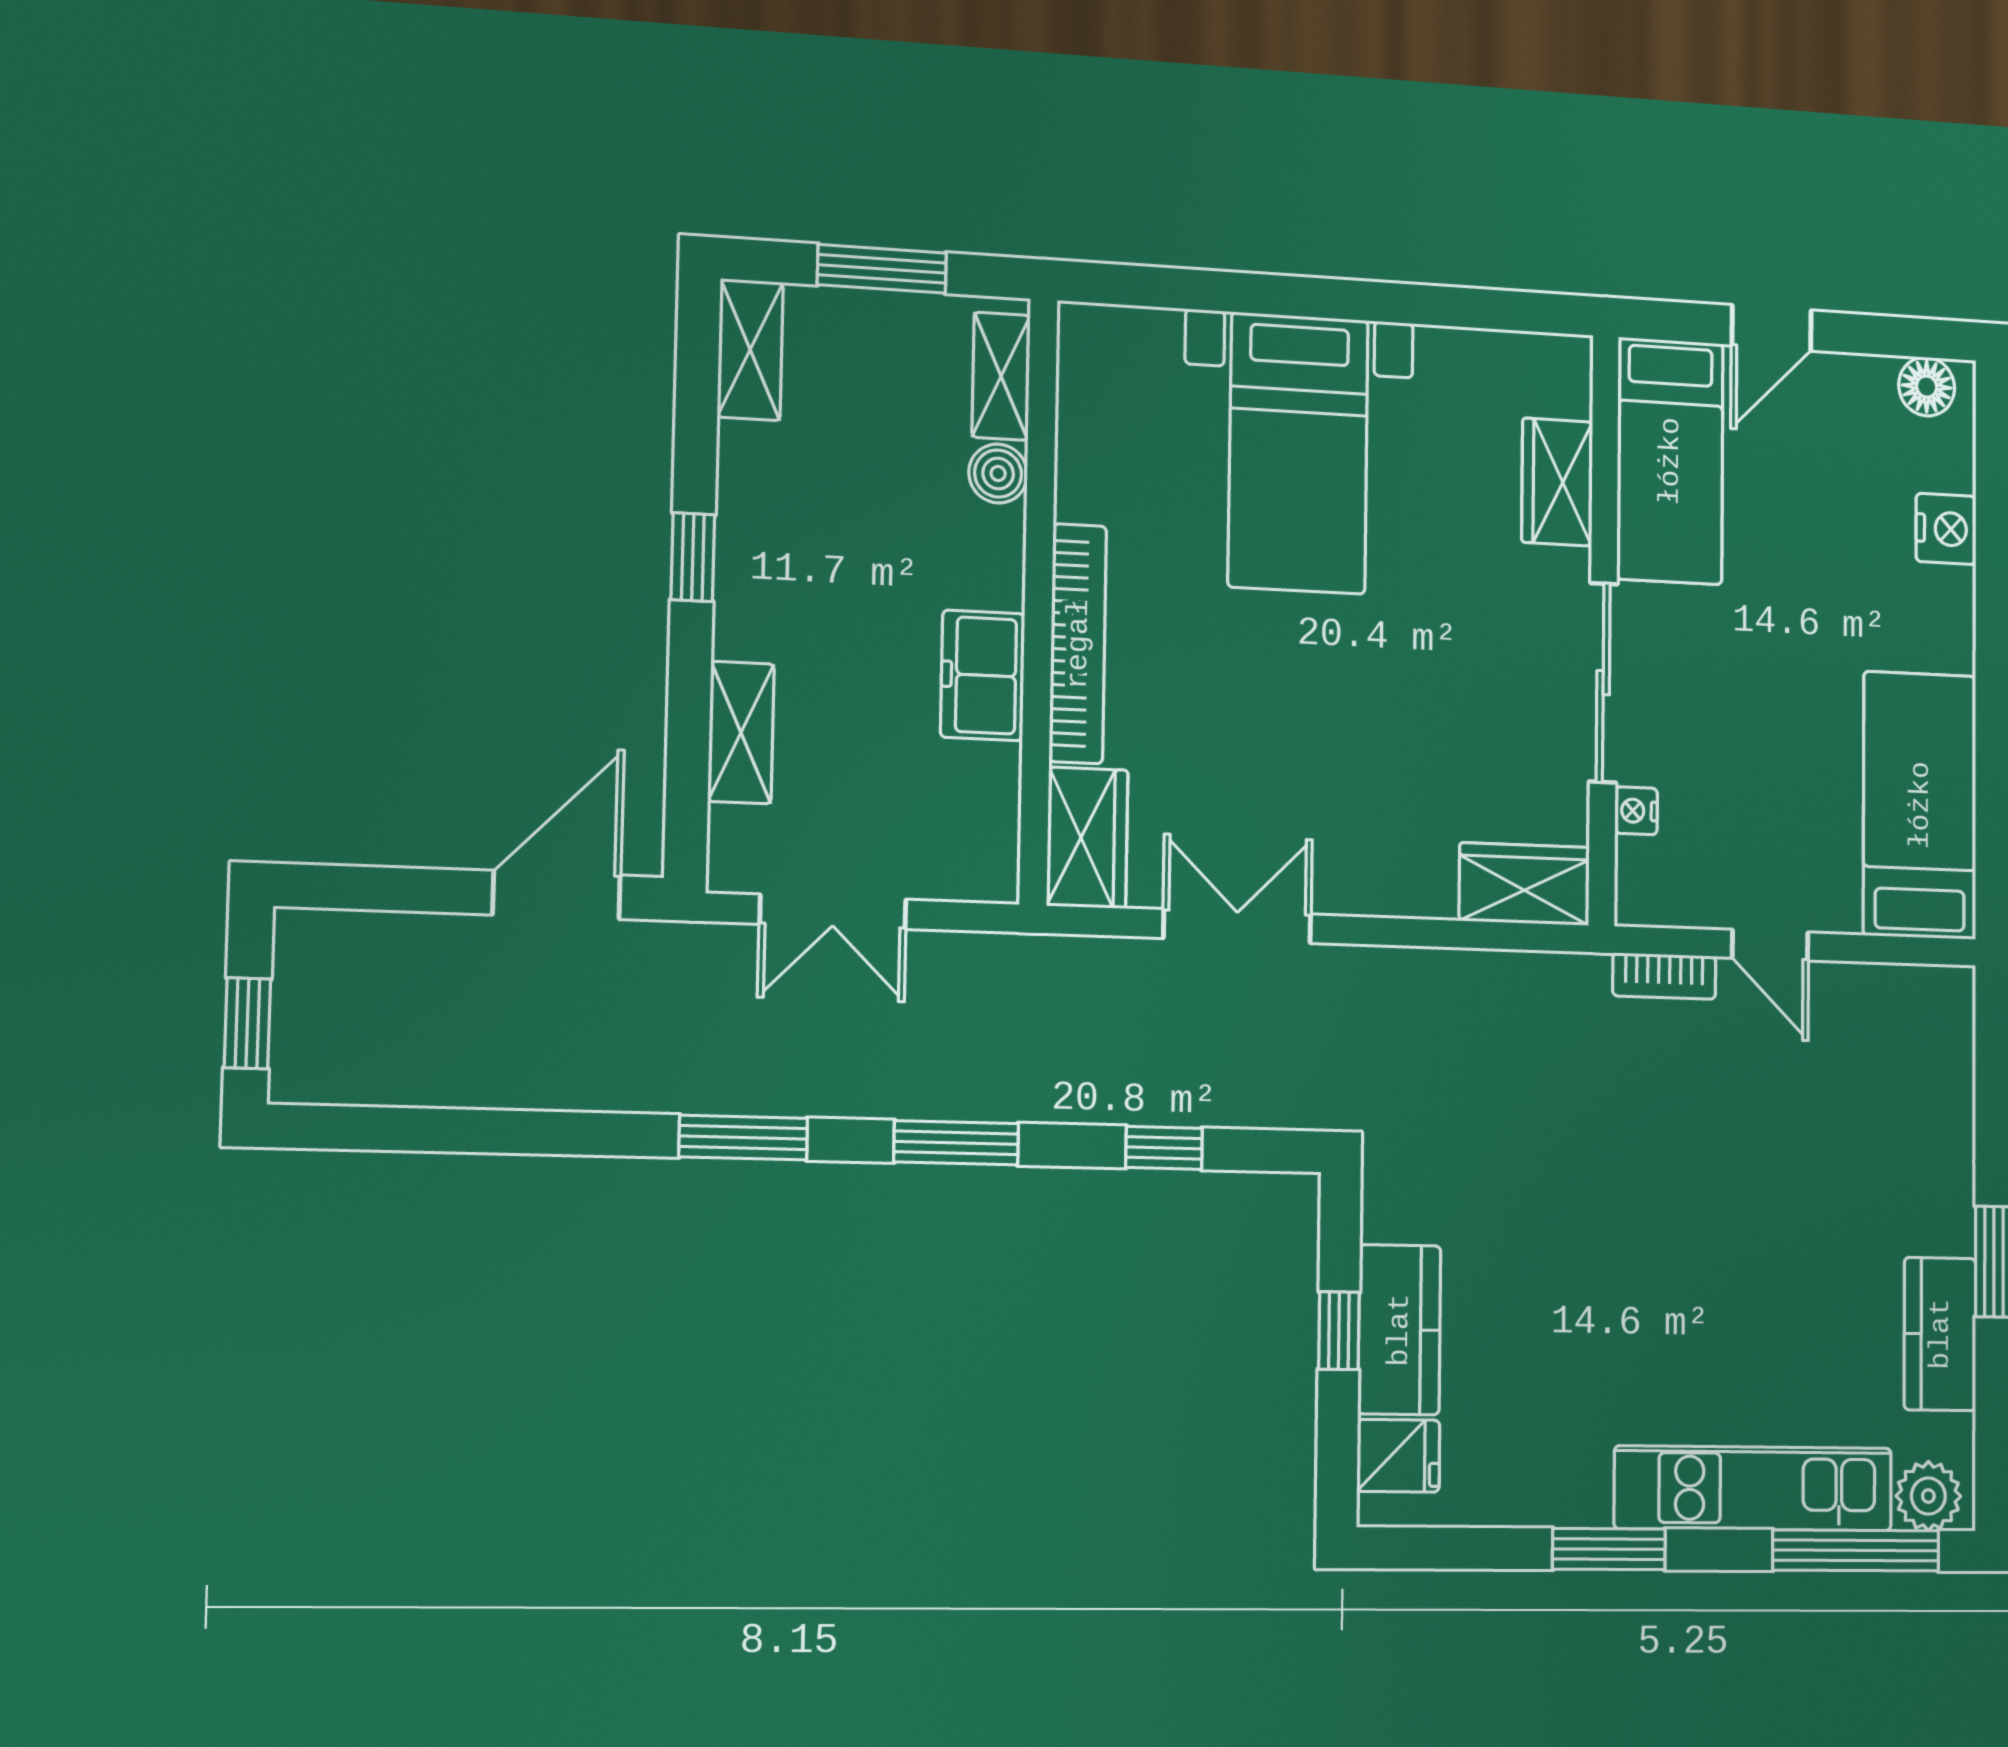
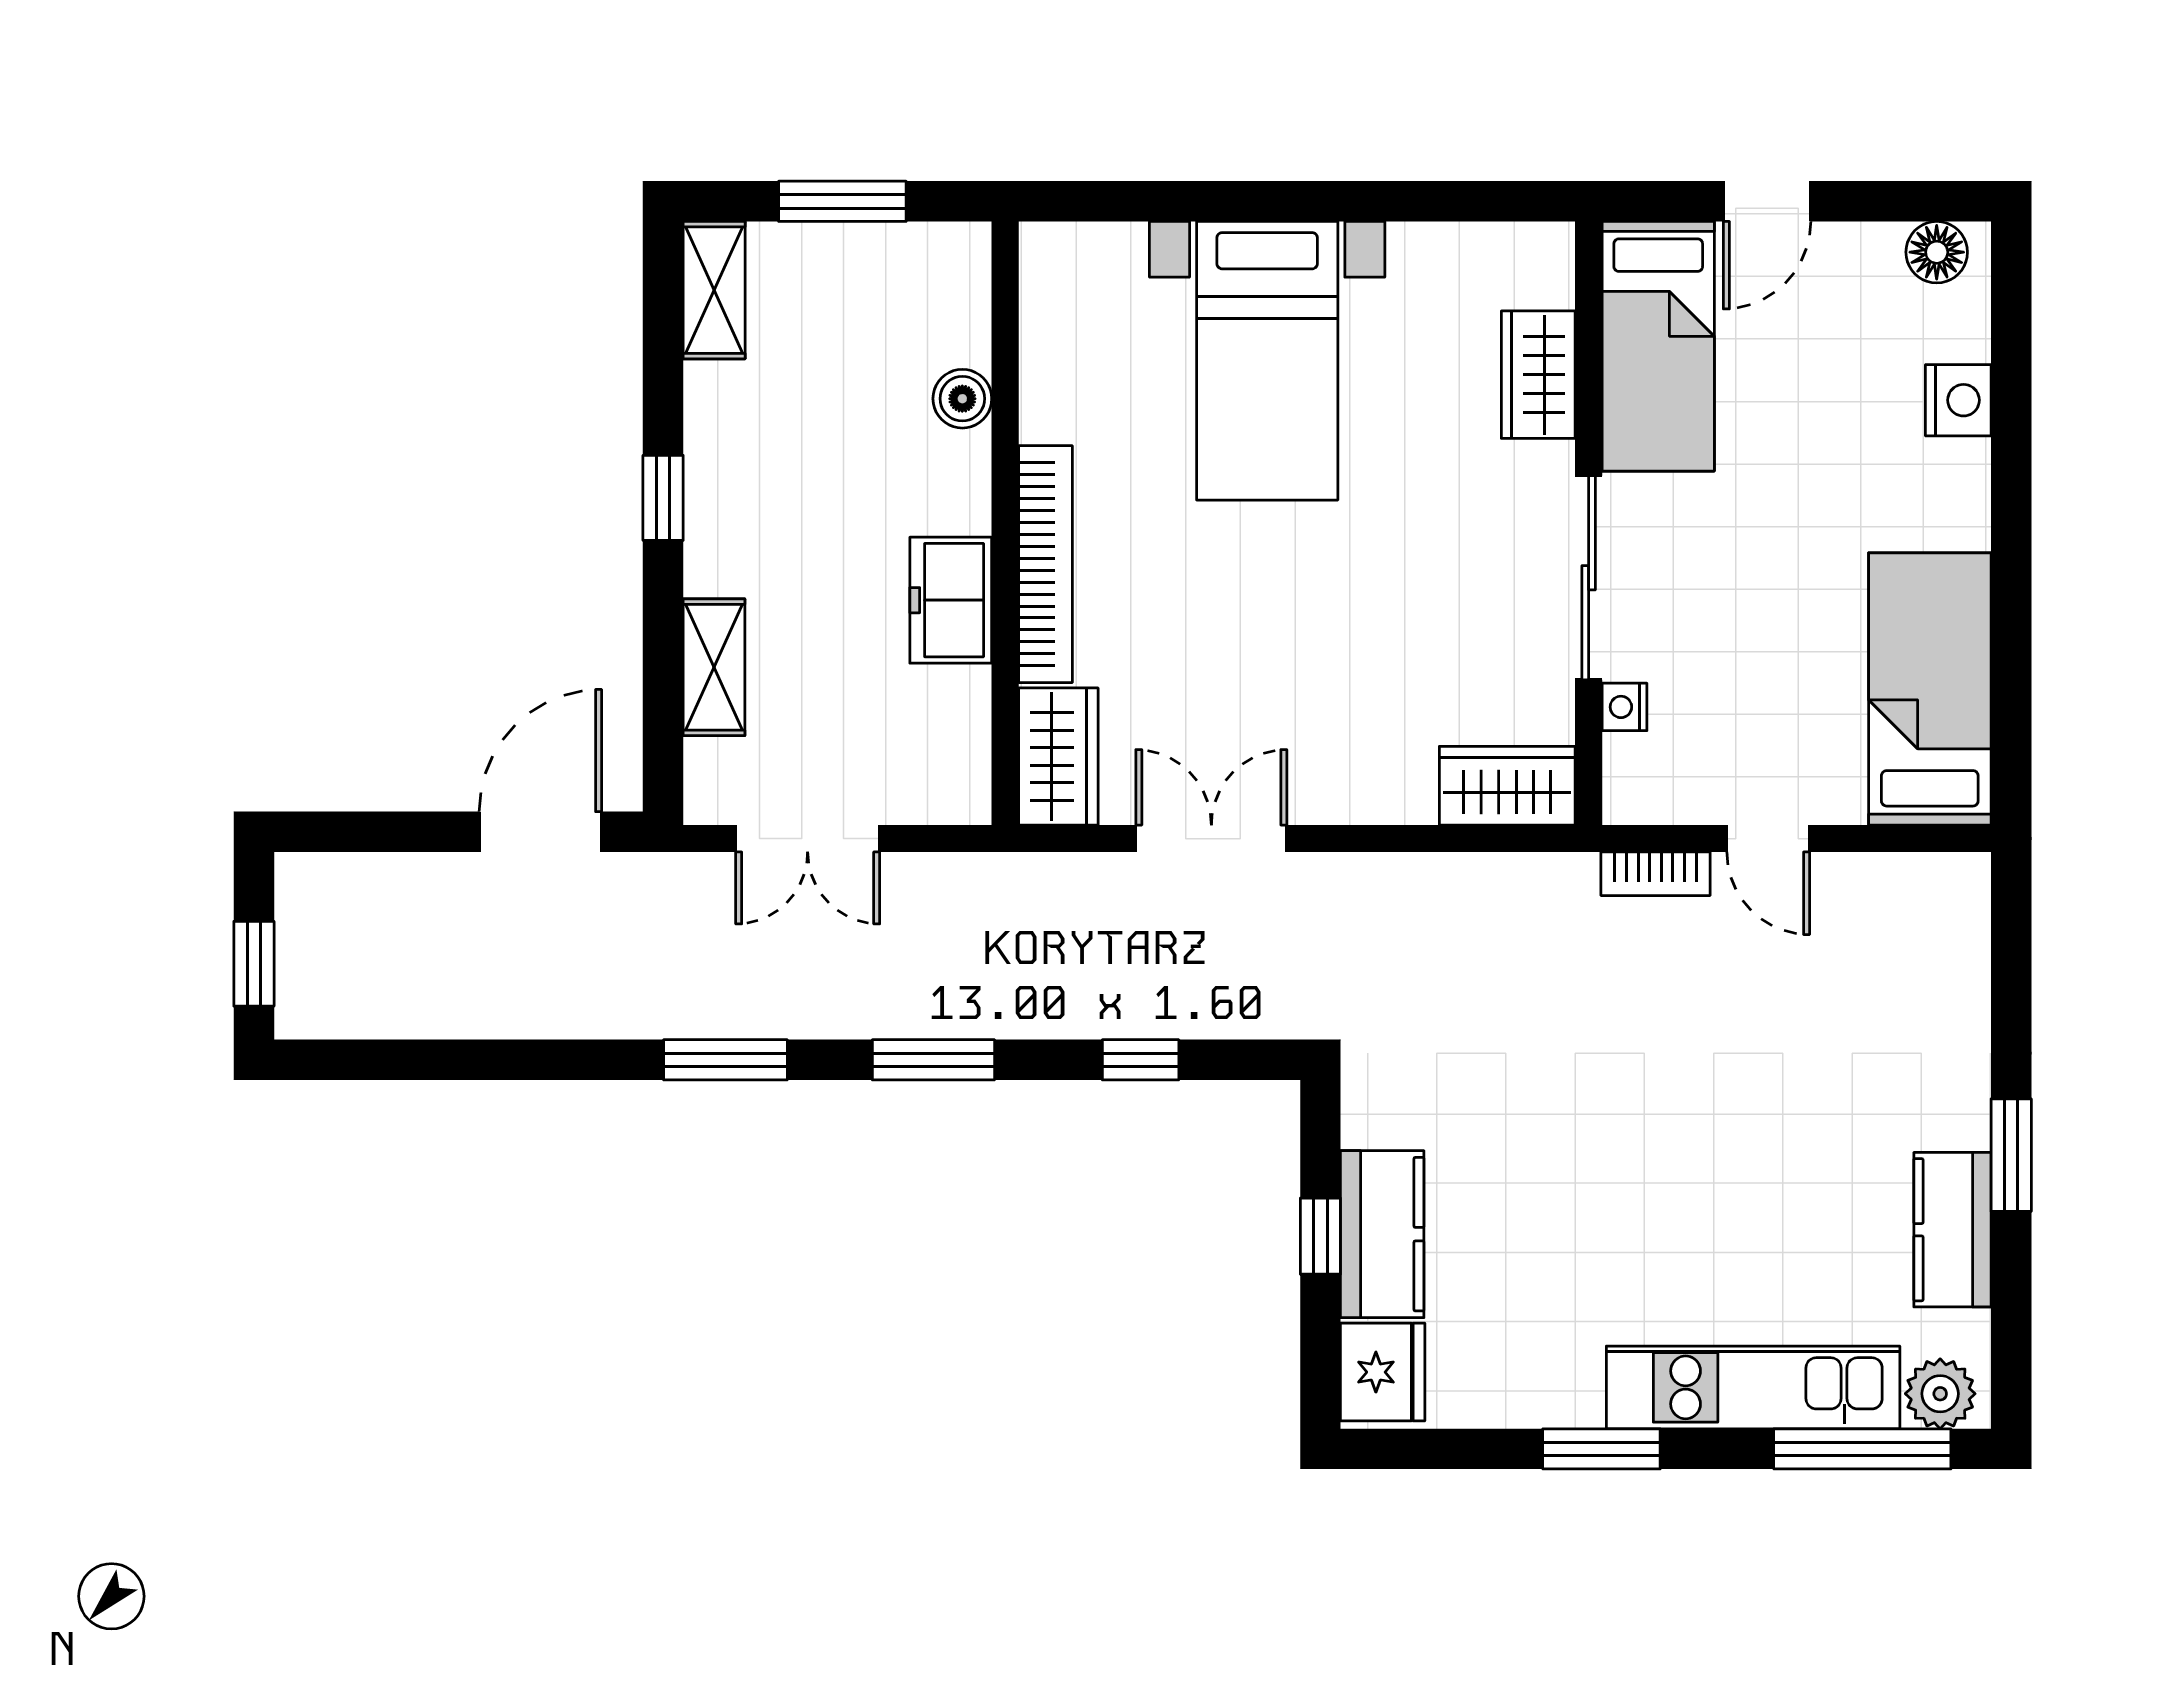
shelving: (1001, 376) -> (963, 301), removed
fridge: (1398, 1456) -> (1383, 1372), width x1.38

